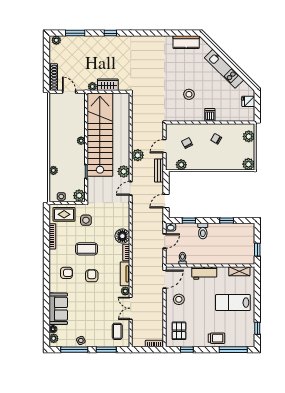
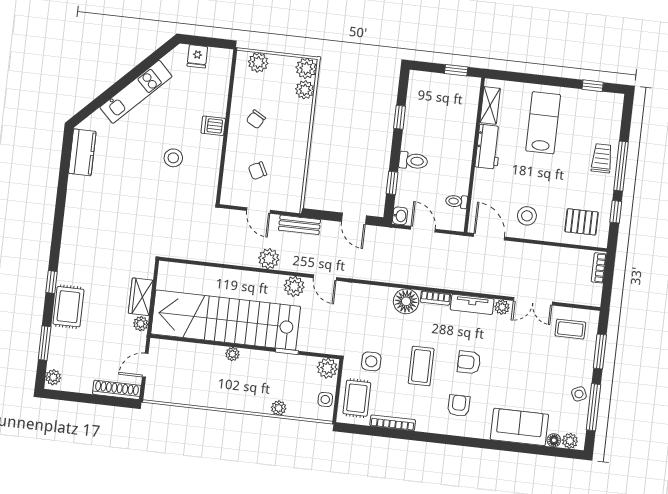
rug: (97, 44) -> (68, 307), added
plant: (181, 165) -> (305, 90), moved
workbench: (204, 273) -> (488, 147), moved
lab bench: (233, 303) -> (543, 123), turned 180
window: (233, 350) -> (621, 166), moved

